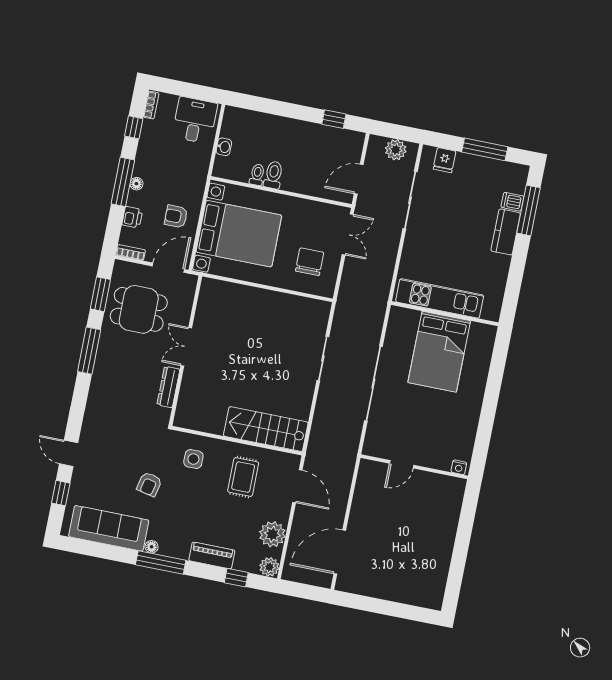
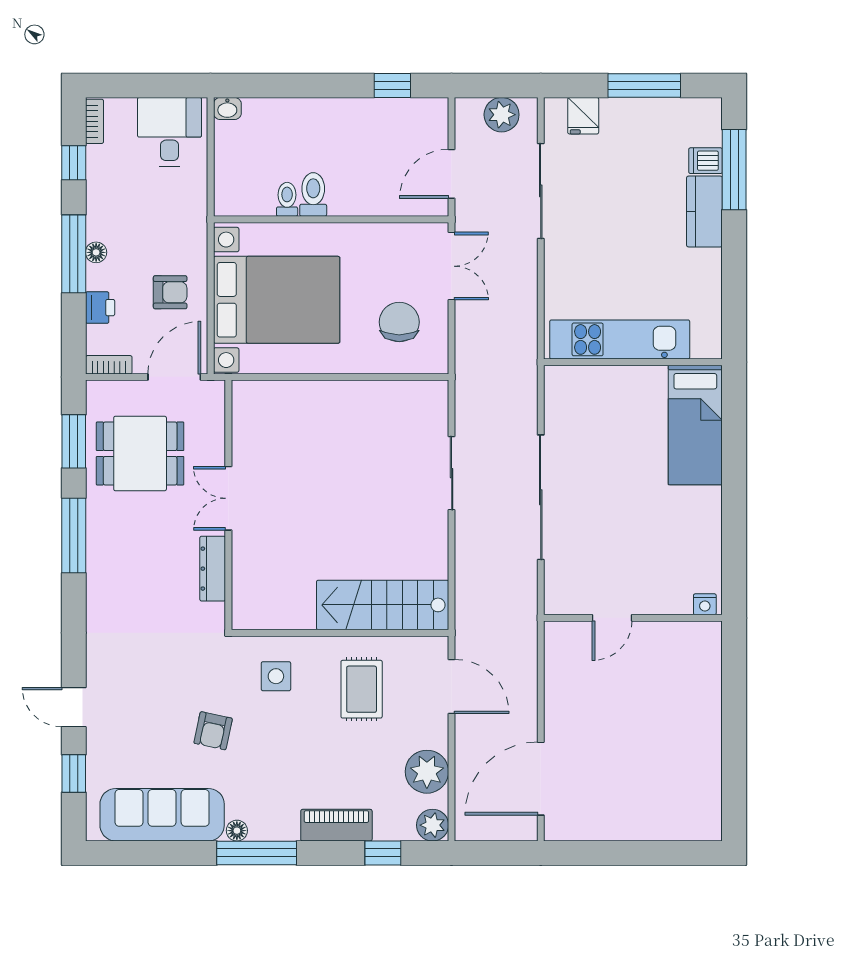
washbasin: (224, 147) -> (227, 109), moved, turned 90
armchair: (176, 216) -> (170, 292), turned 180
bed: (439, 352) -> (695, 425), moved, width x0.67

